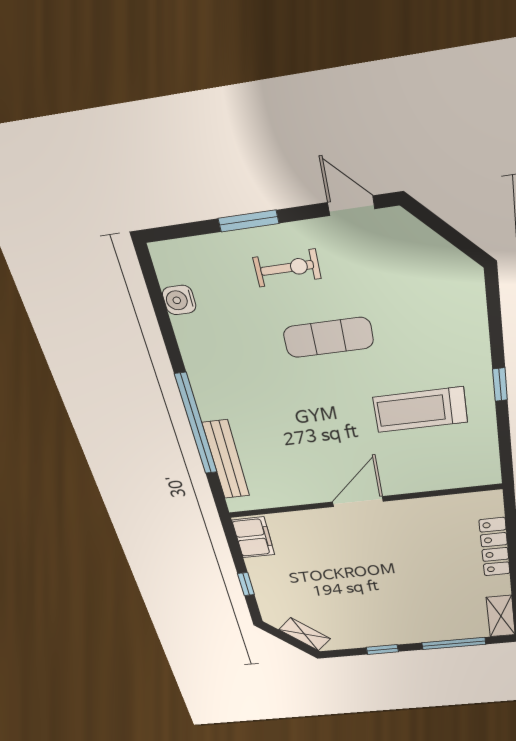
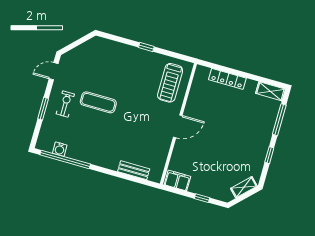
exercise mat: (328, 337) -> (98, 102), turned 90
treadmill: (420, 410) -> (170, 83), moved
window: (196, 424) -> (65, 159), moved
bench: (226, 460) -> (134, 170), width x0.73
door: (358, 502) -> (178, 126), swing flipped

